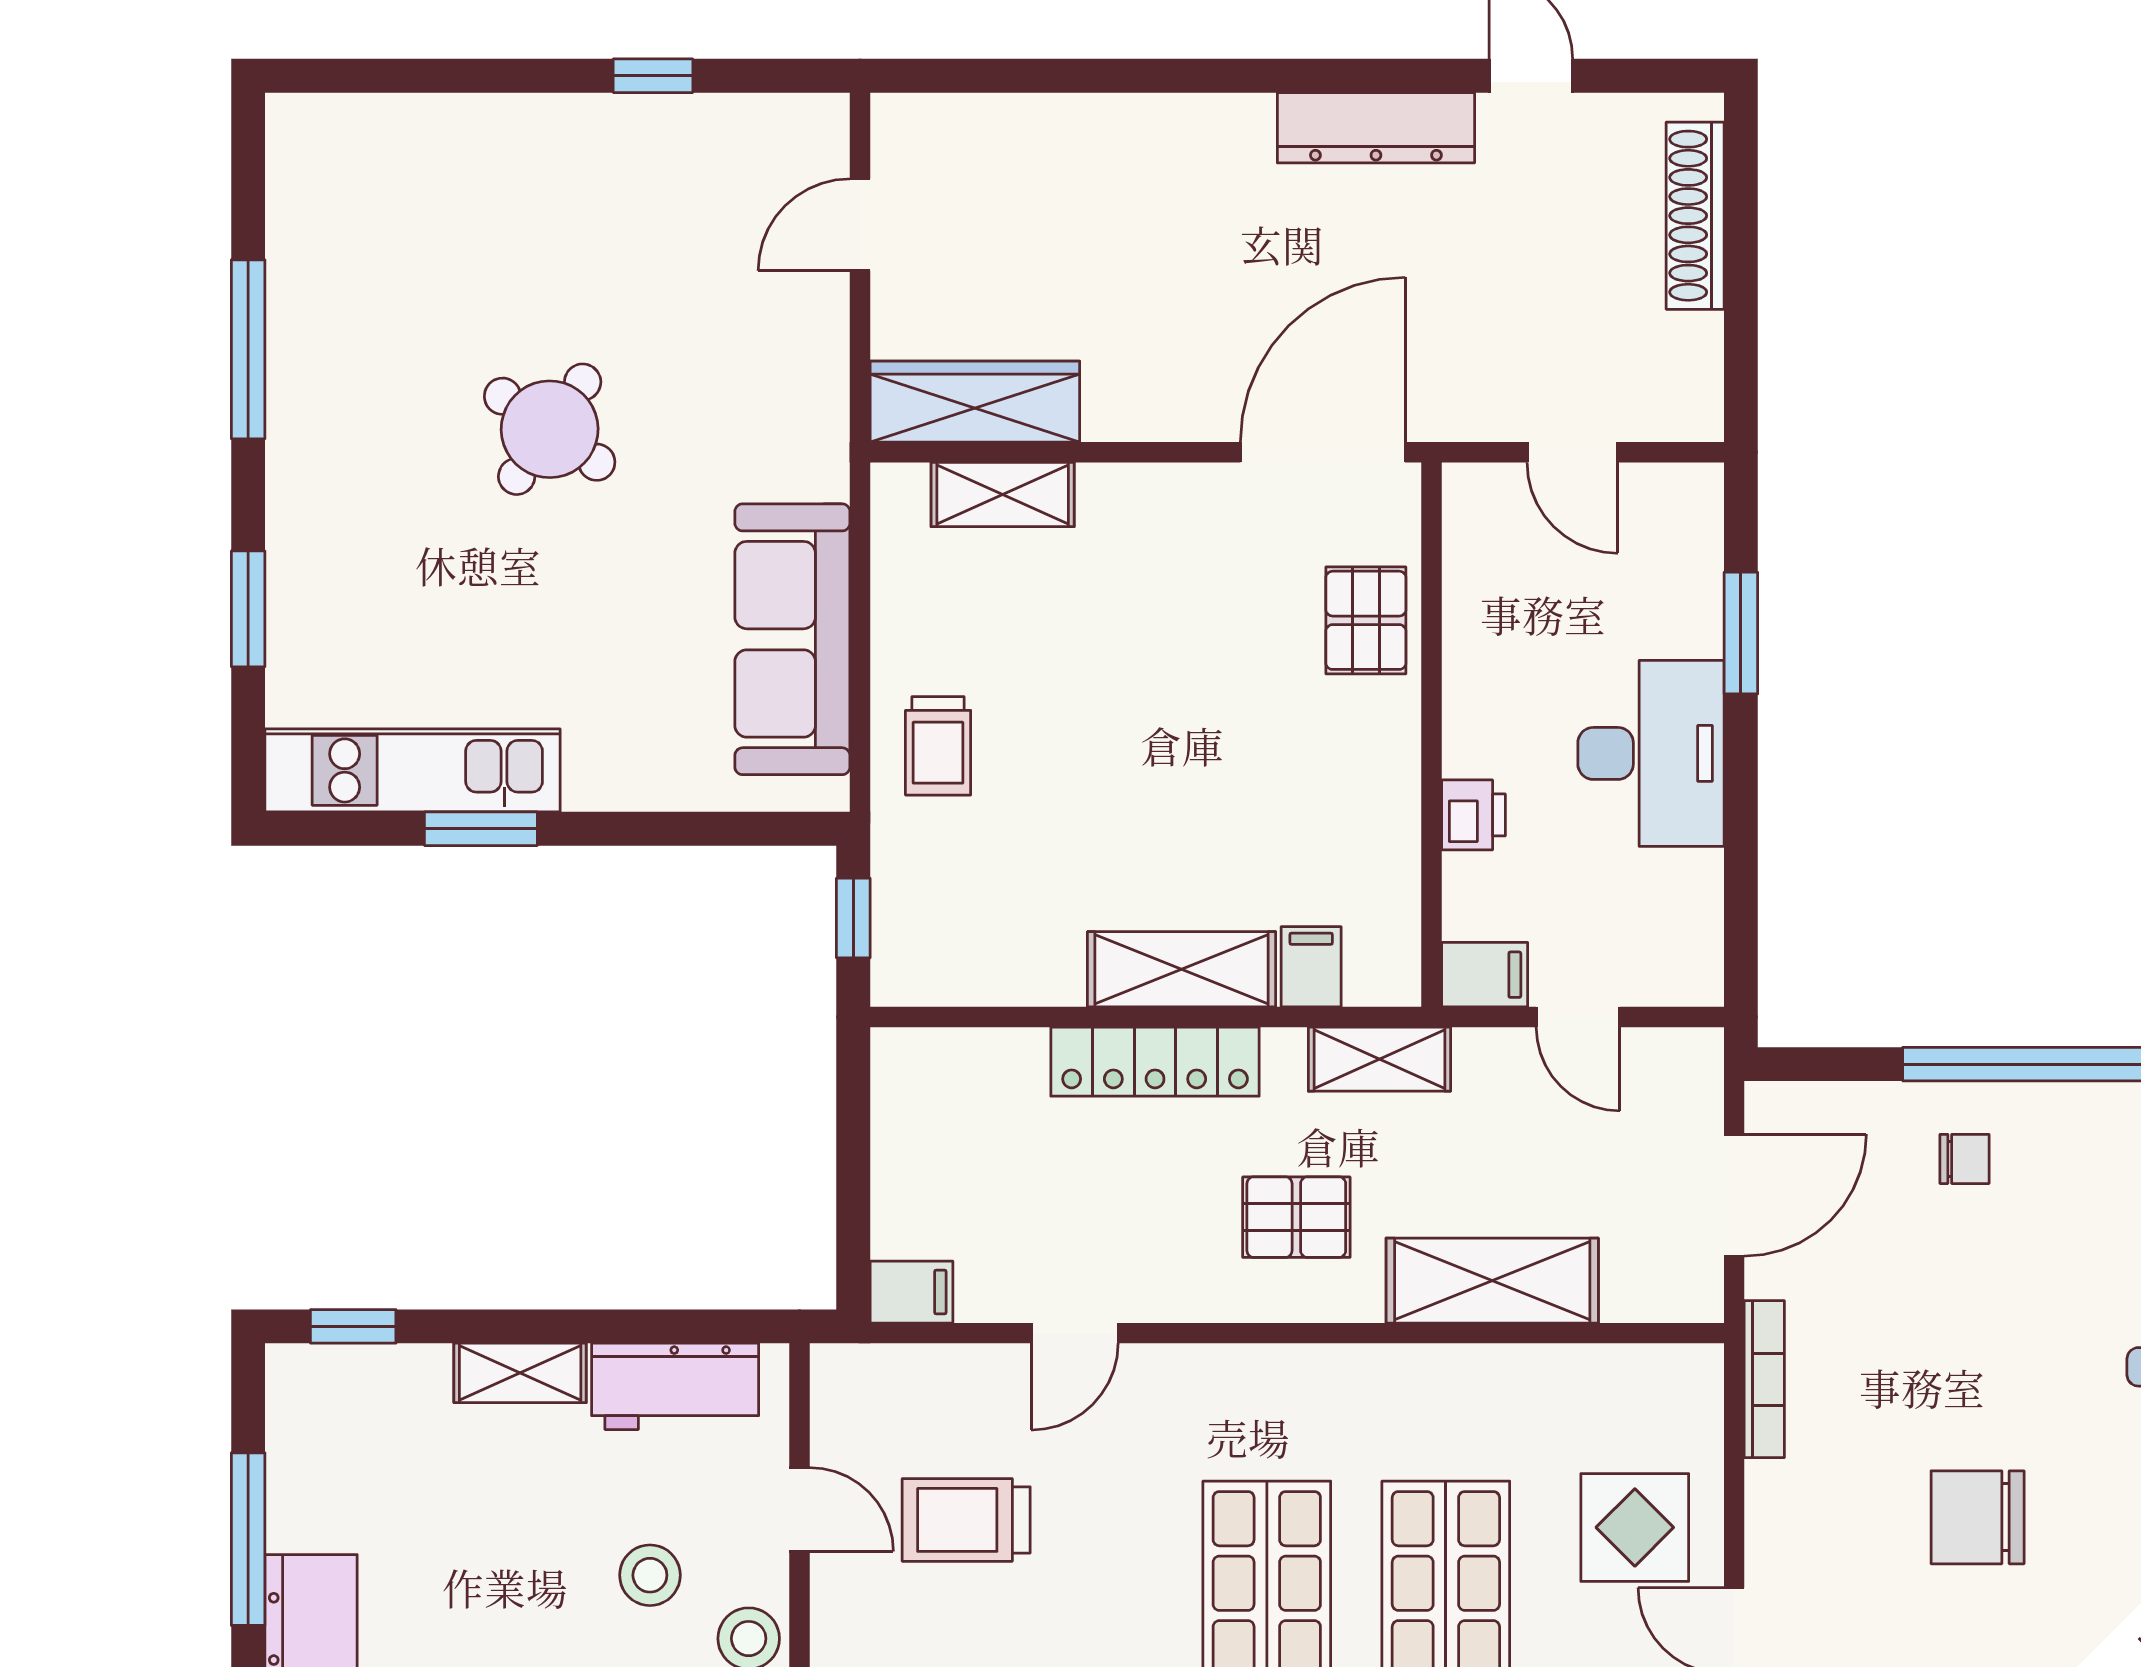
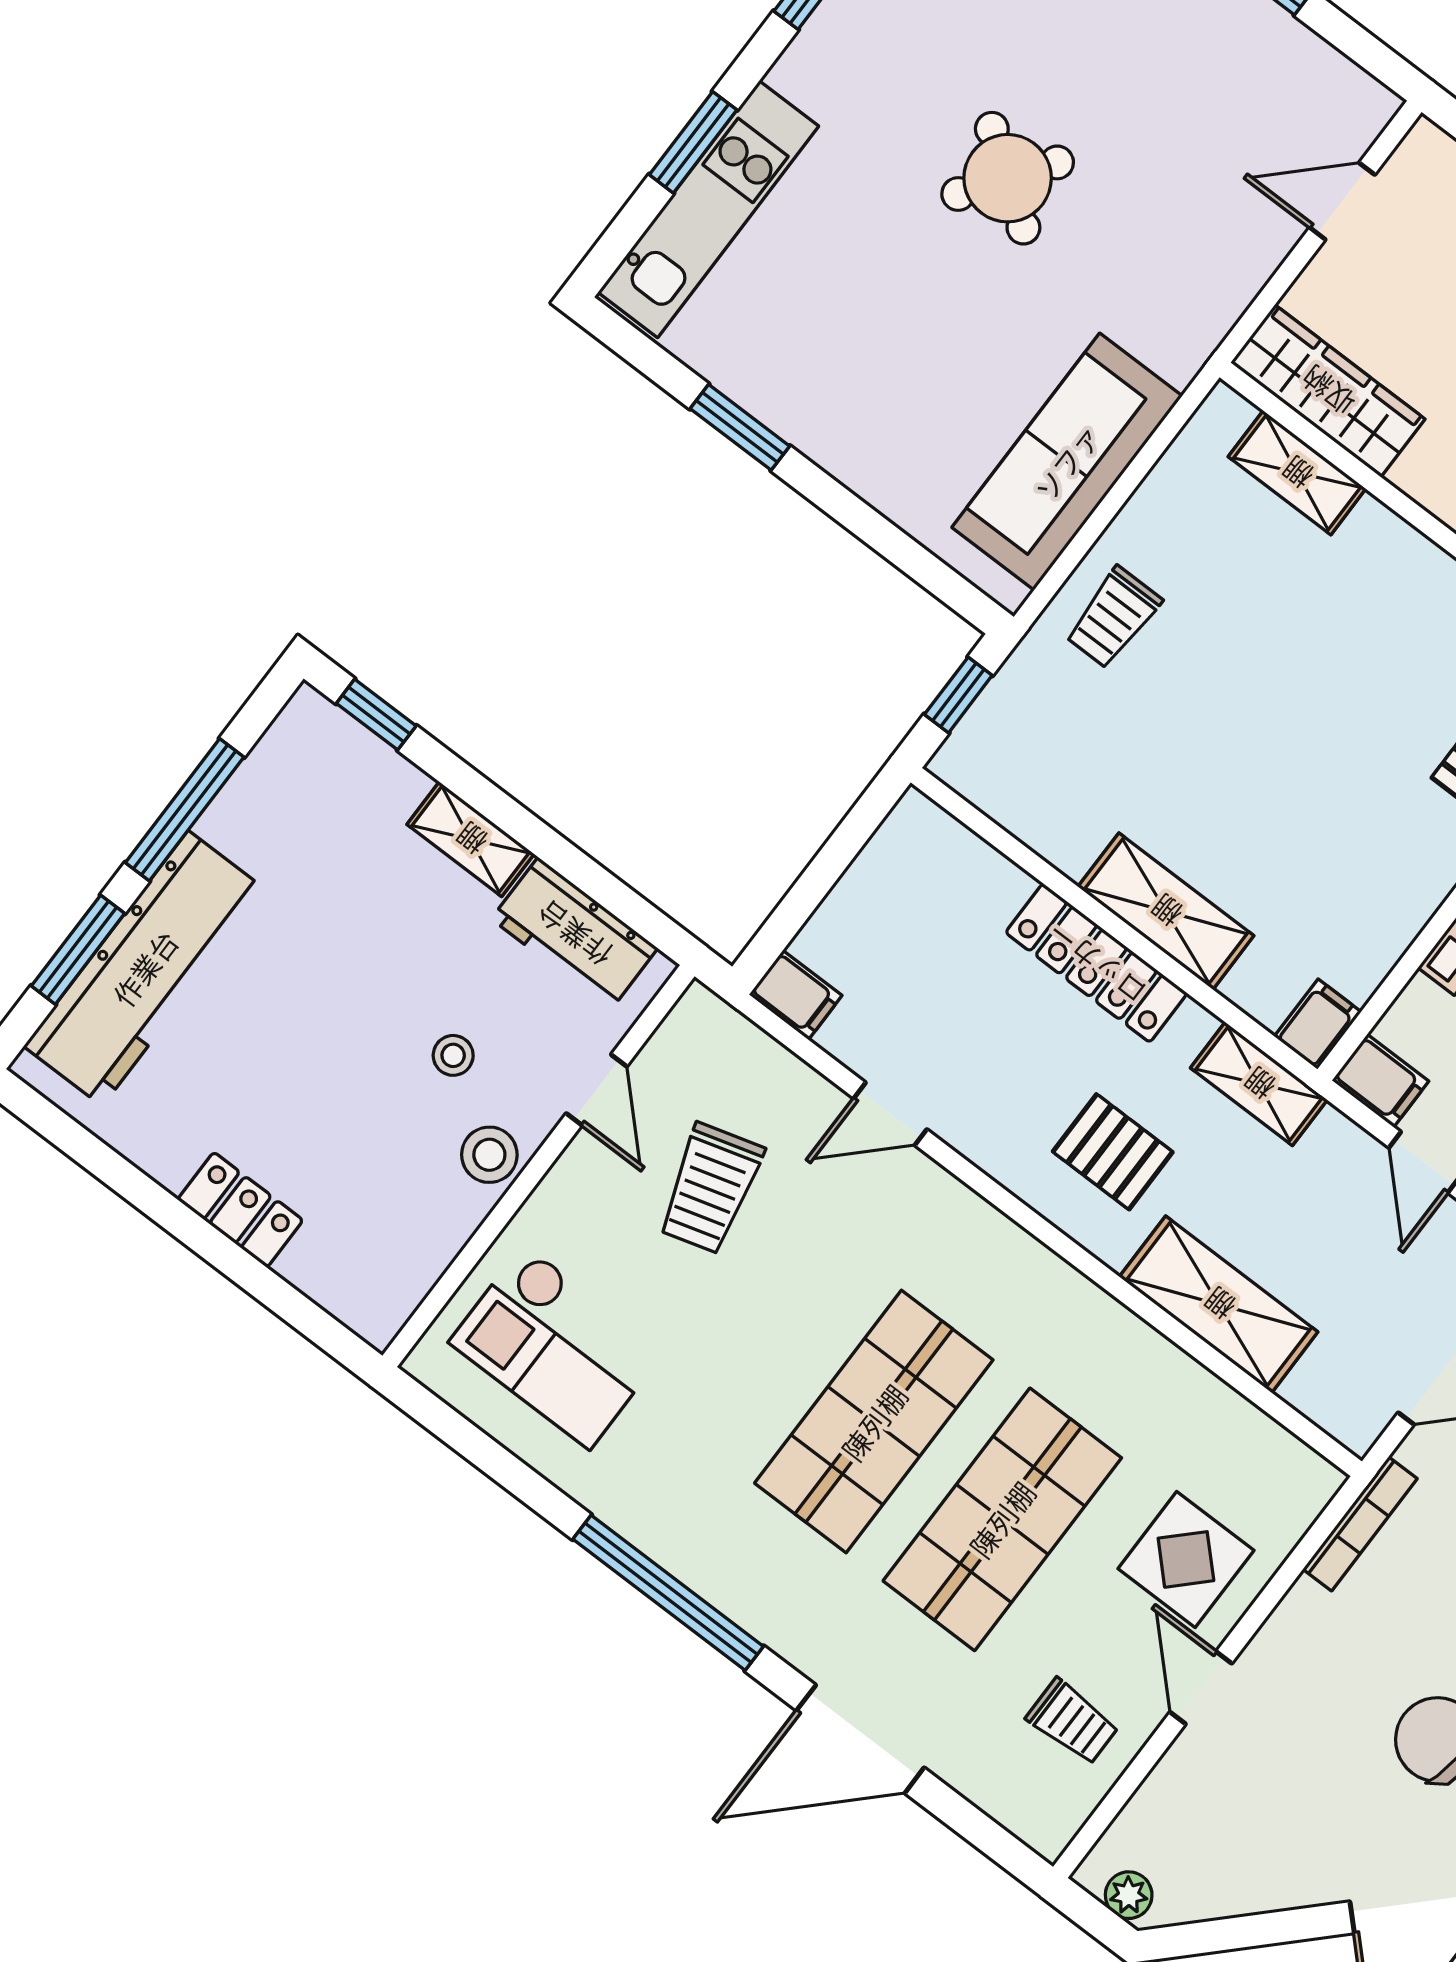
kitchen unit: (413, 770) -> (708, 209), moved, turned 90
filing cabinet: (1311, 967) -> (1318, 1024), moved
trolley: (966, 1520) -> (710, 1189), turned -106
stool: (650, 1575) -> (453, 1055), width x0.73, depth x0.73

